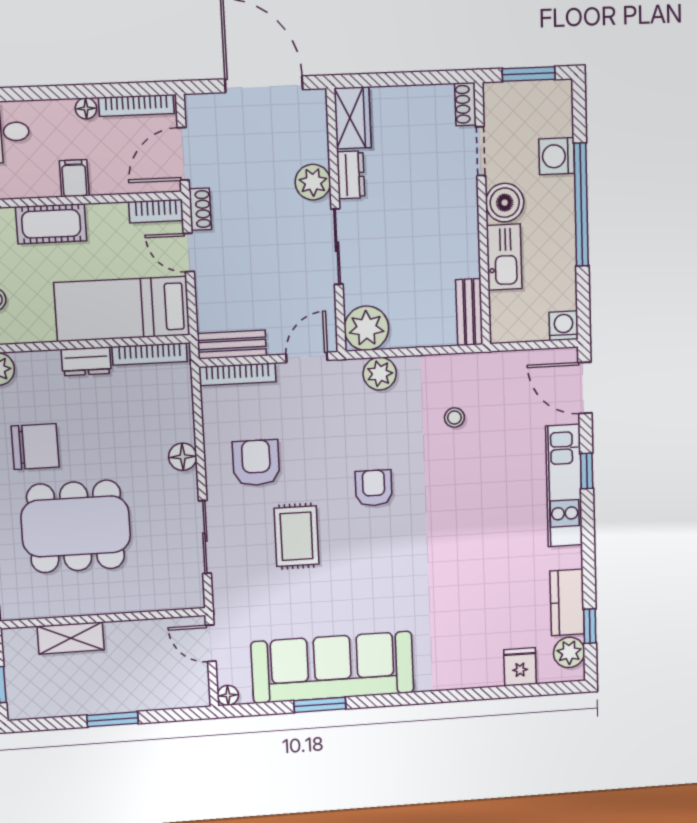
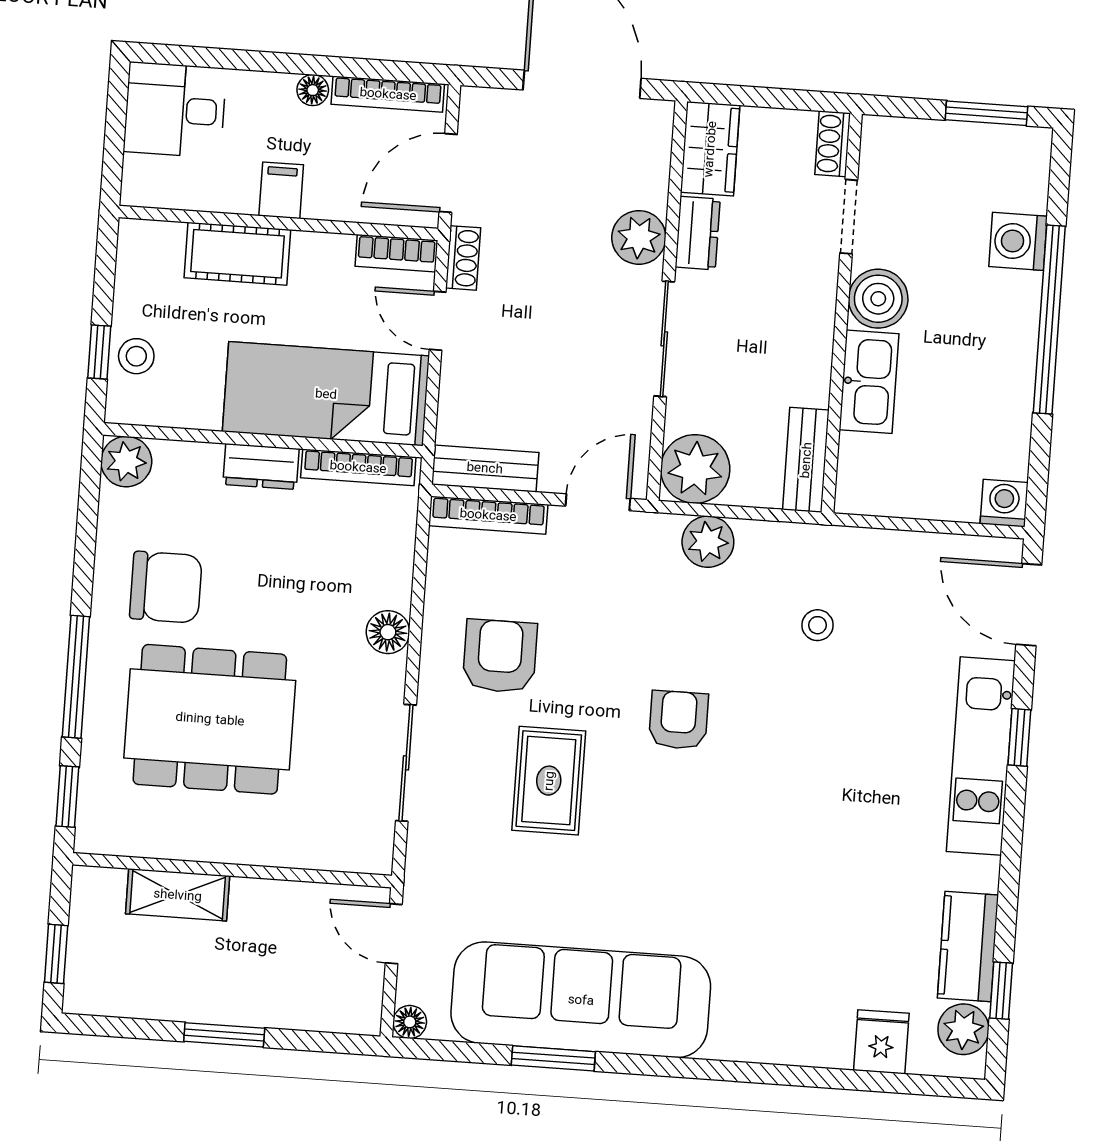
shoe rack: (465, 104) -> (833, 144), moved
doorway: (481, 151) -> (849, 217), moved
boiler: (505, 203) -> (878, 299), moved
wall: (482, 215) -> (842, 313), moved
kitchen sink: (504, 257) -> (869, 382), moved
bench: (469, 312) -> (806, 460), moved

